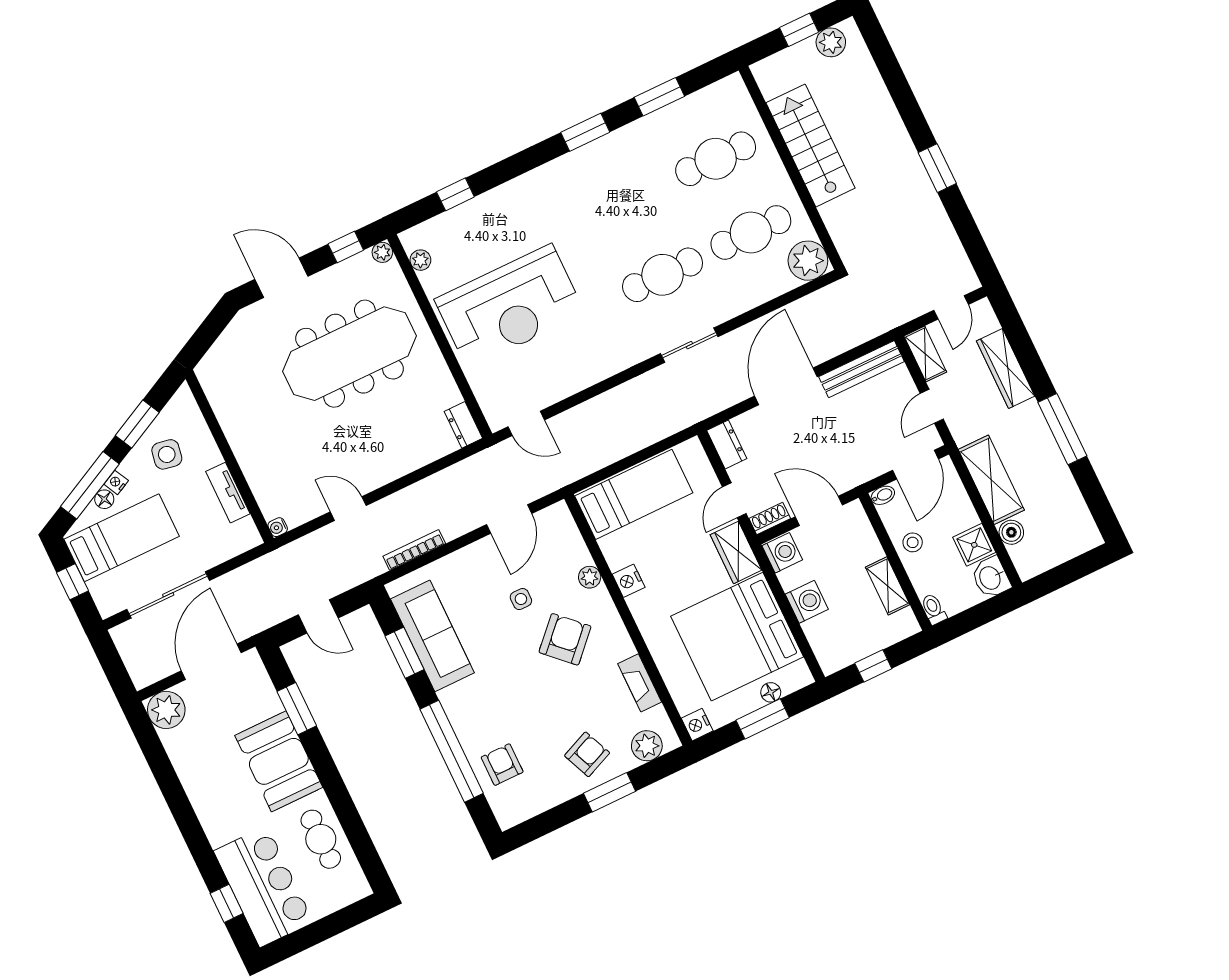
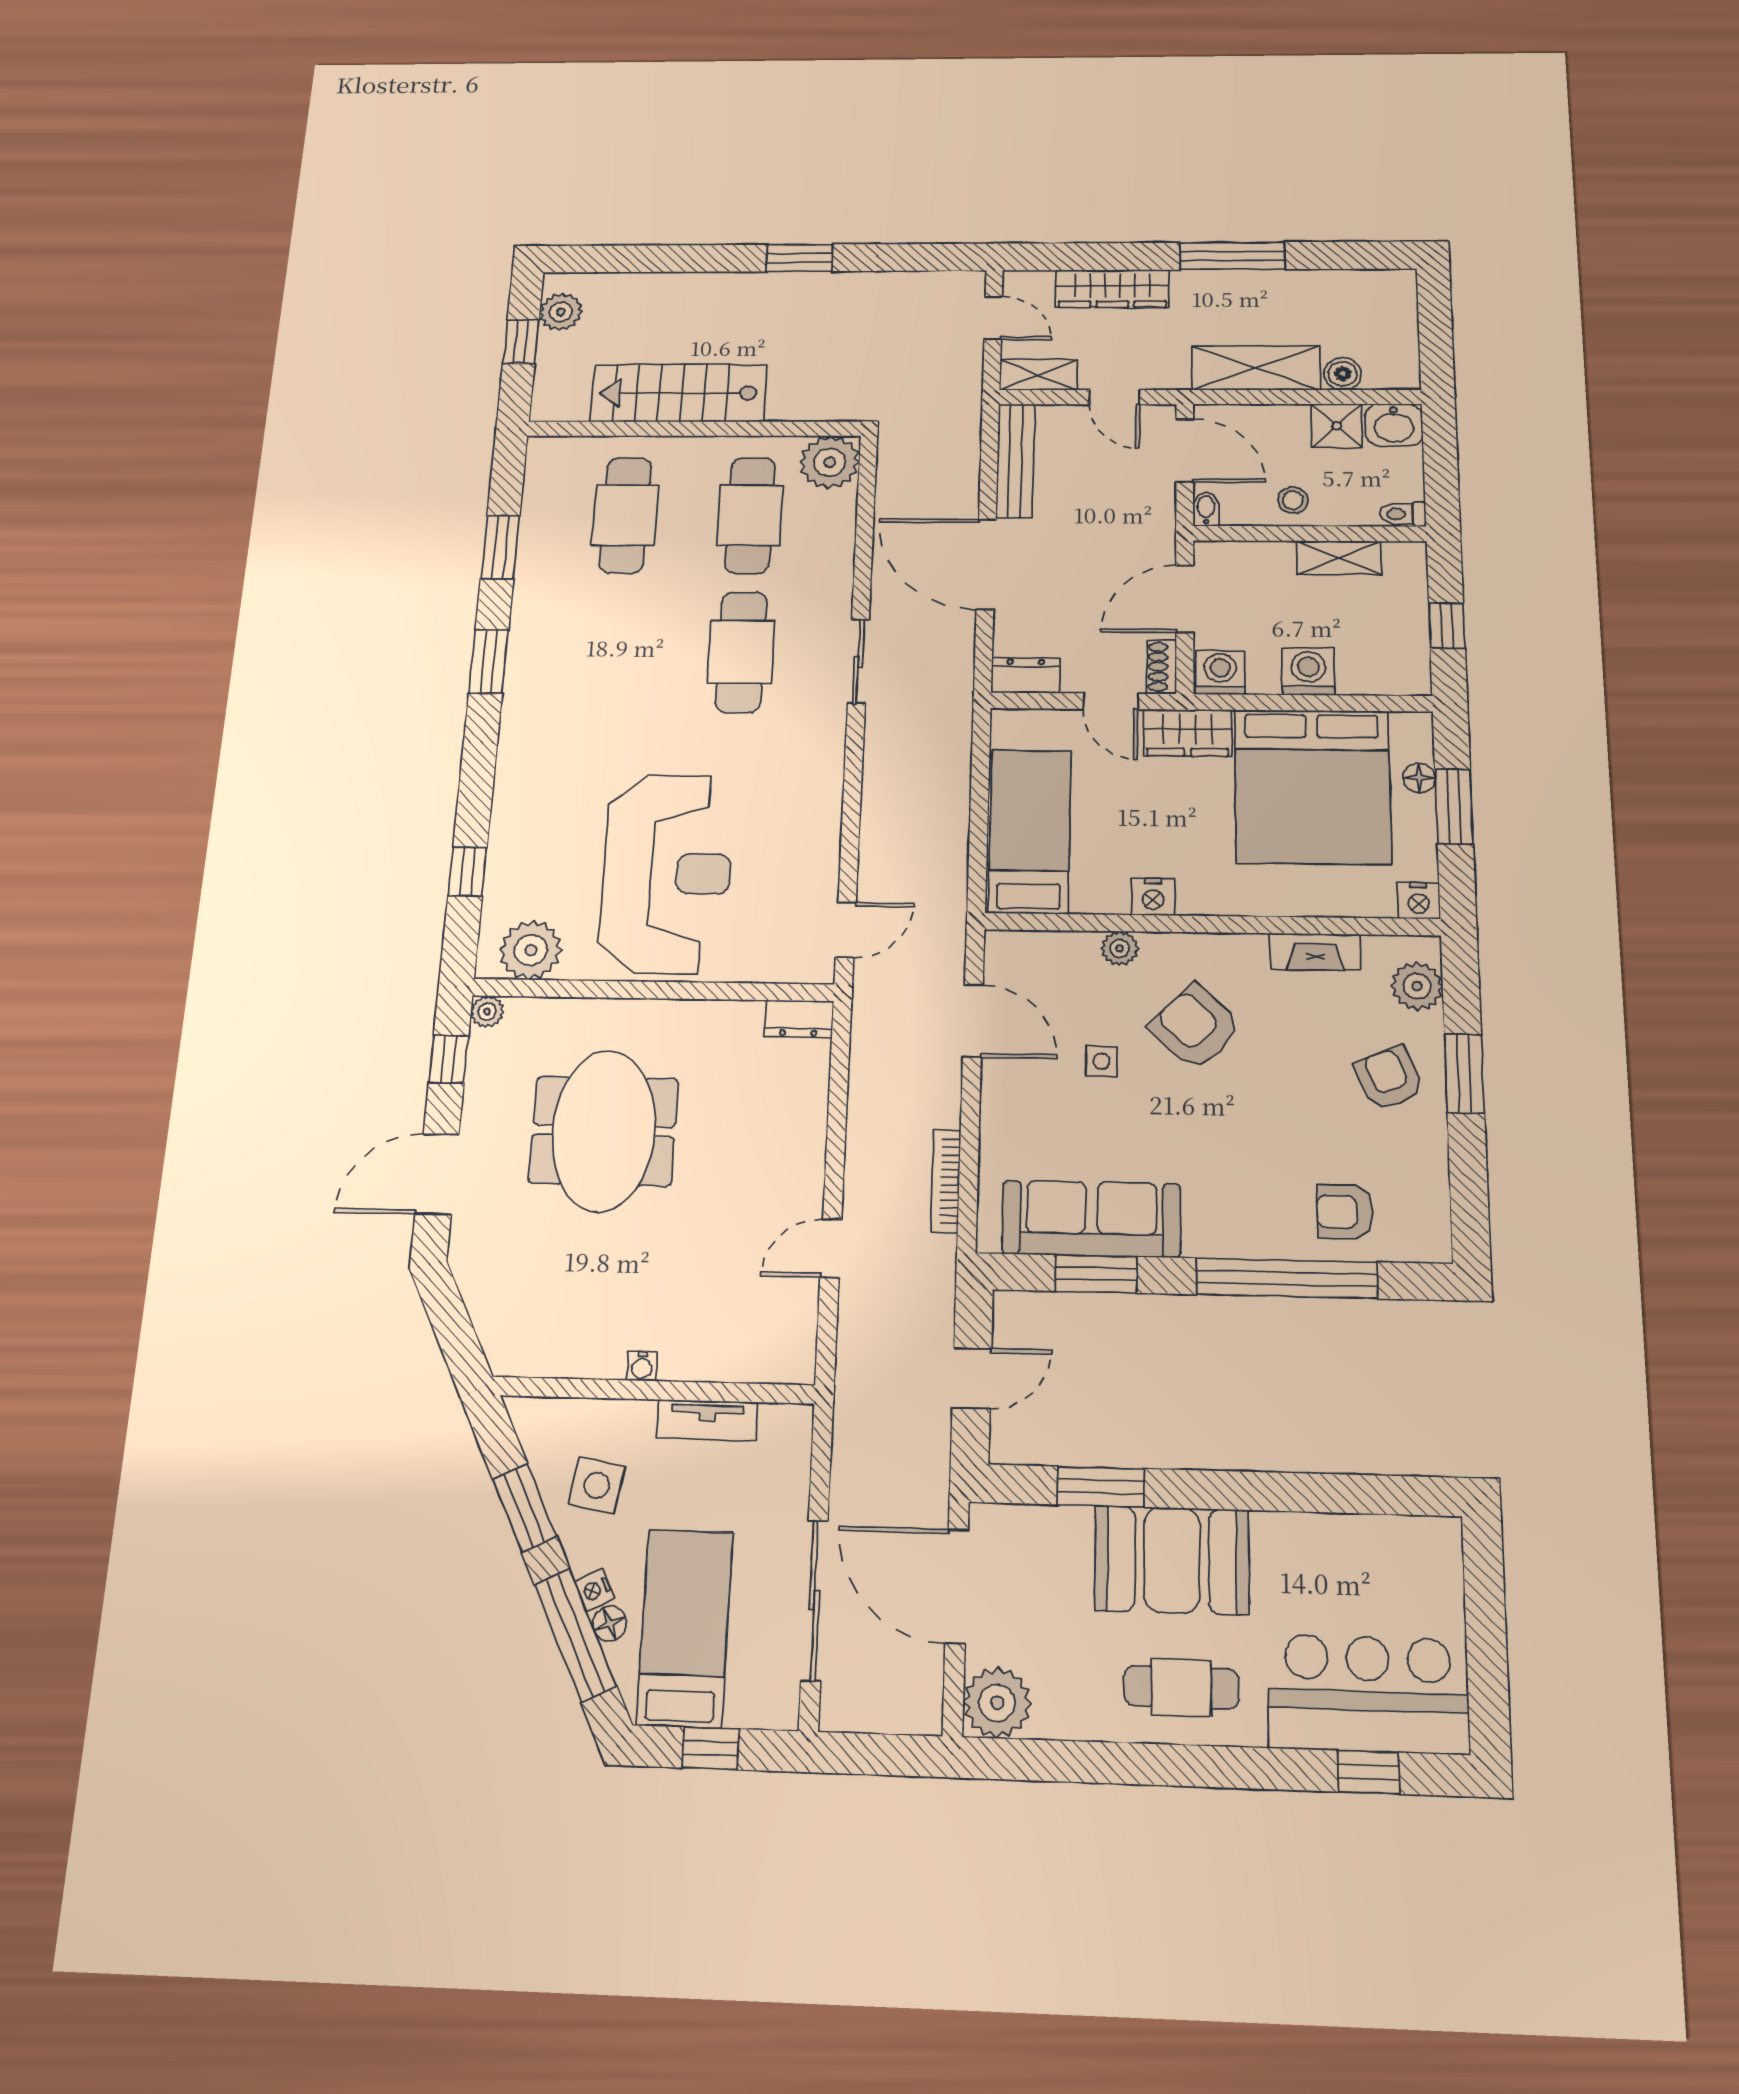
plant: (420, 260) -> (531, 950), width x1.88, depth x1.88
meeting table: (349, 354) -> (604, 1131), width x0.73
water cooler: (278, 527) -> (642, 1366), moved
cafe table: (321, 839) -> (1181, 1687), moved

